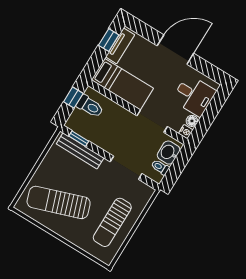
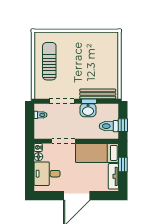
window: (109, 40) -> (123, 165), moved
window: (79, 139) -> (89, 101), moved
washbasin: (169, 153) -> (88, 110), moved, turned 90
sun lounger: (59, 202) -> (91, 53), removed

